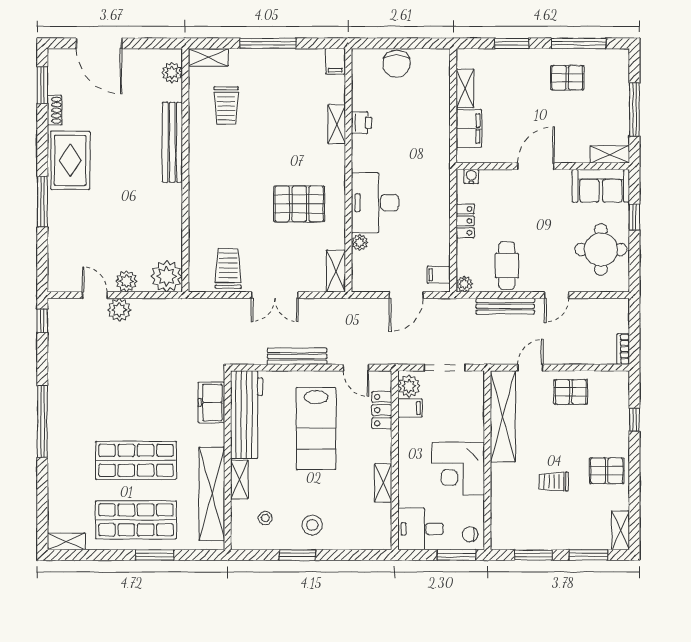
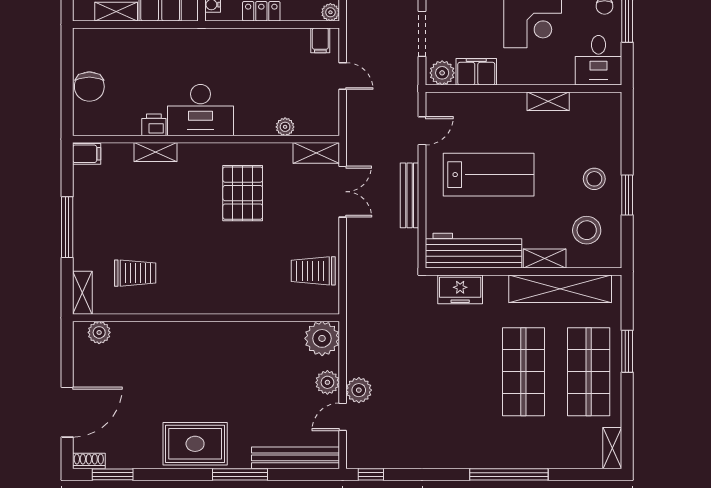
chair: (396, 64) -> (89, 87), turned 90
shoe rack: (55, 110) -> (89, 461), moved
bench: (172, 142) -> (295, 458), moved
desk: (375, 203) -> (200, 110), moved
double door: (275, 295) -> (343, 192), moved
door: (406, 295) -> (343, 76), width x0.73
filing cabinet: (410, 408) -> (476, 72), width x2.00
locker: (382, 410) -> (468, 103), removed
window: (42, 421) -> (509, 474), moved
stool: (265, 518) -> (587, 230), width x1.89, depth x1.89

